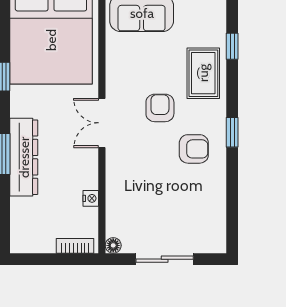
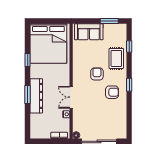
double door: (102, 123) -> (71, 97), moved
sliding door: (165, 259) -> (99, 141), width x1.37

